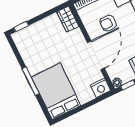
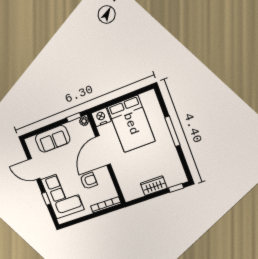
wardrobe: (68, 19) -> (154, 186), moved, turned -90
bed: (56, 91) -> (131, 124), moved

